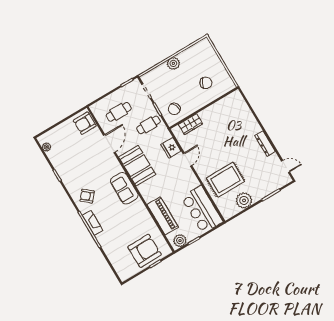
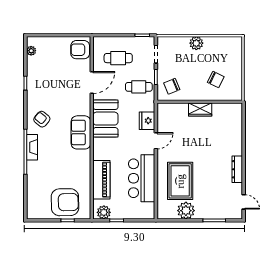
wardrobe: (190, 124) -> (200, 110), moved
rug: (225, 180) -> (180, 181), turned 90
bar counter: (202, 210) -> (142, 178), moved

